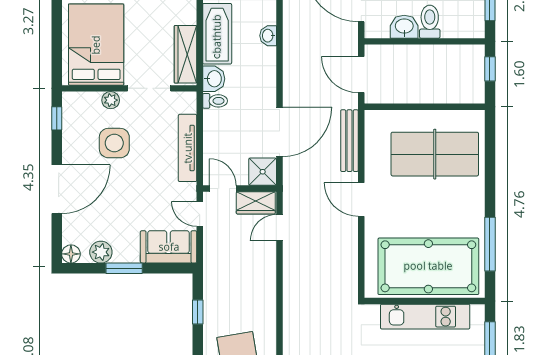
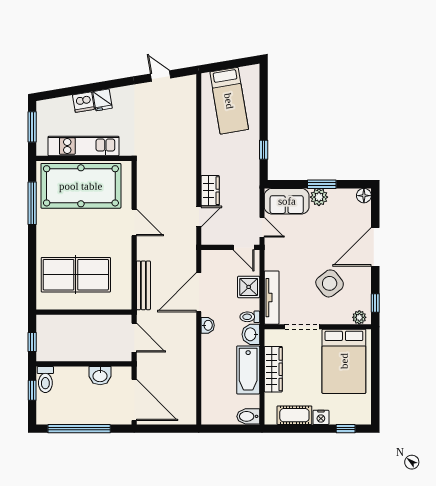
toilet: (430, 22) -> (45, 380), moved
washbasin: (268, 36) -> (208, 325), moved
wardrobe: (185, 54) -> (273, 369), moved
plant: (111, 100) -> (359, 317), moved
side table: (114, 143) -> (330, 283), turned -38
tv unit: (188, 148) -> (272, 298), moved
shower: (263, 172) -> (249, 287), moved
door: (361, 199) -> (134, 222), moved
wardrobe: (256, 203) -> (210, 191), moved, turned 90
plant: (101, 252) -> (319, 197), moved

